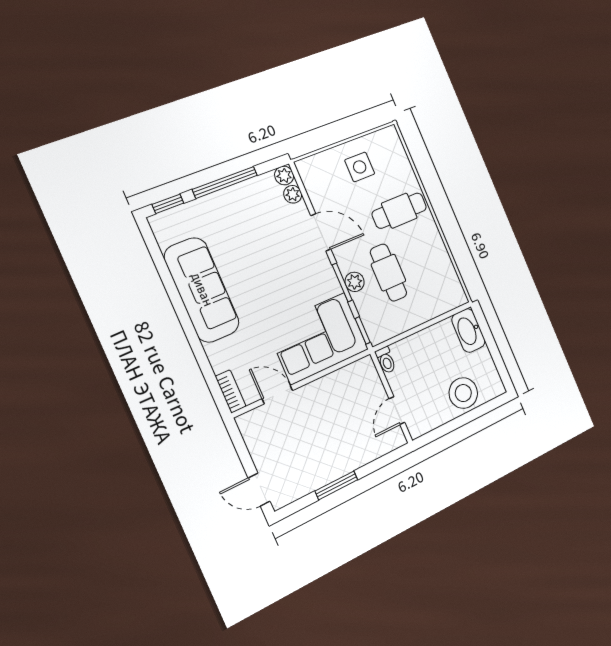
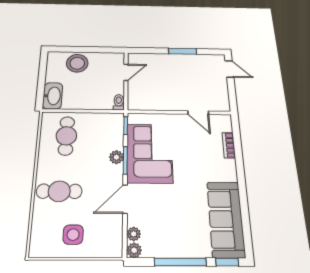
door: (321, 232) -> (125, 199), hinge flipped
cafe table: (388, 273) -> (66, 136), moved
sofa: (202, 290) -> (226, 219), moved
corner sofa: (318, 338) -> (150, 153), moved, turned -90
bookcase: (231, 391) -> (229, 145), moved

